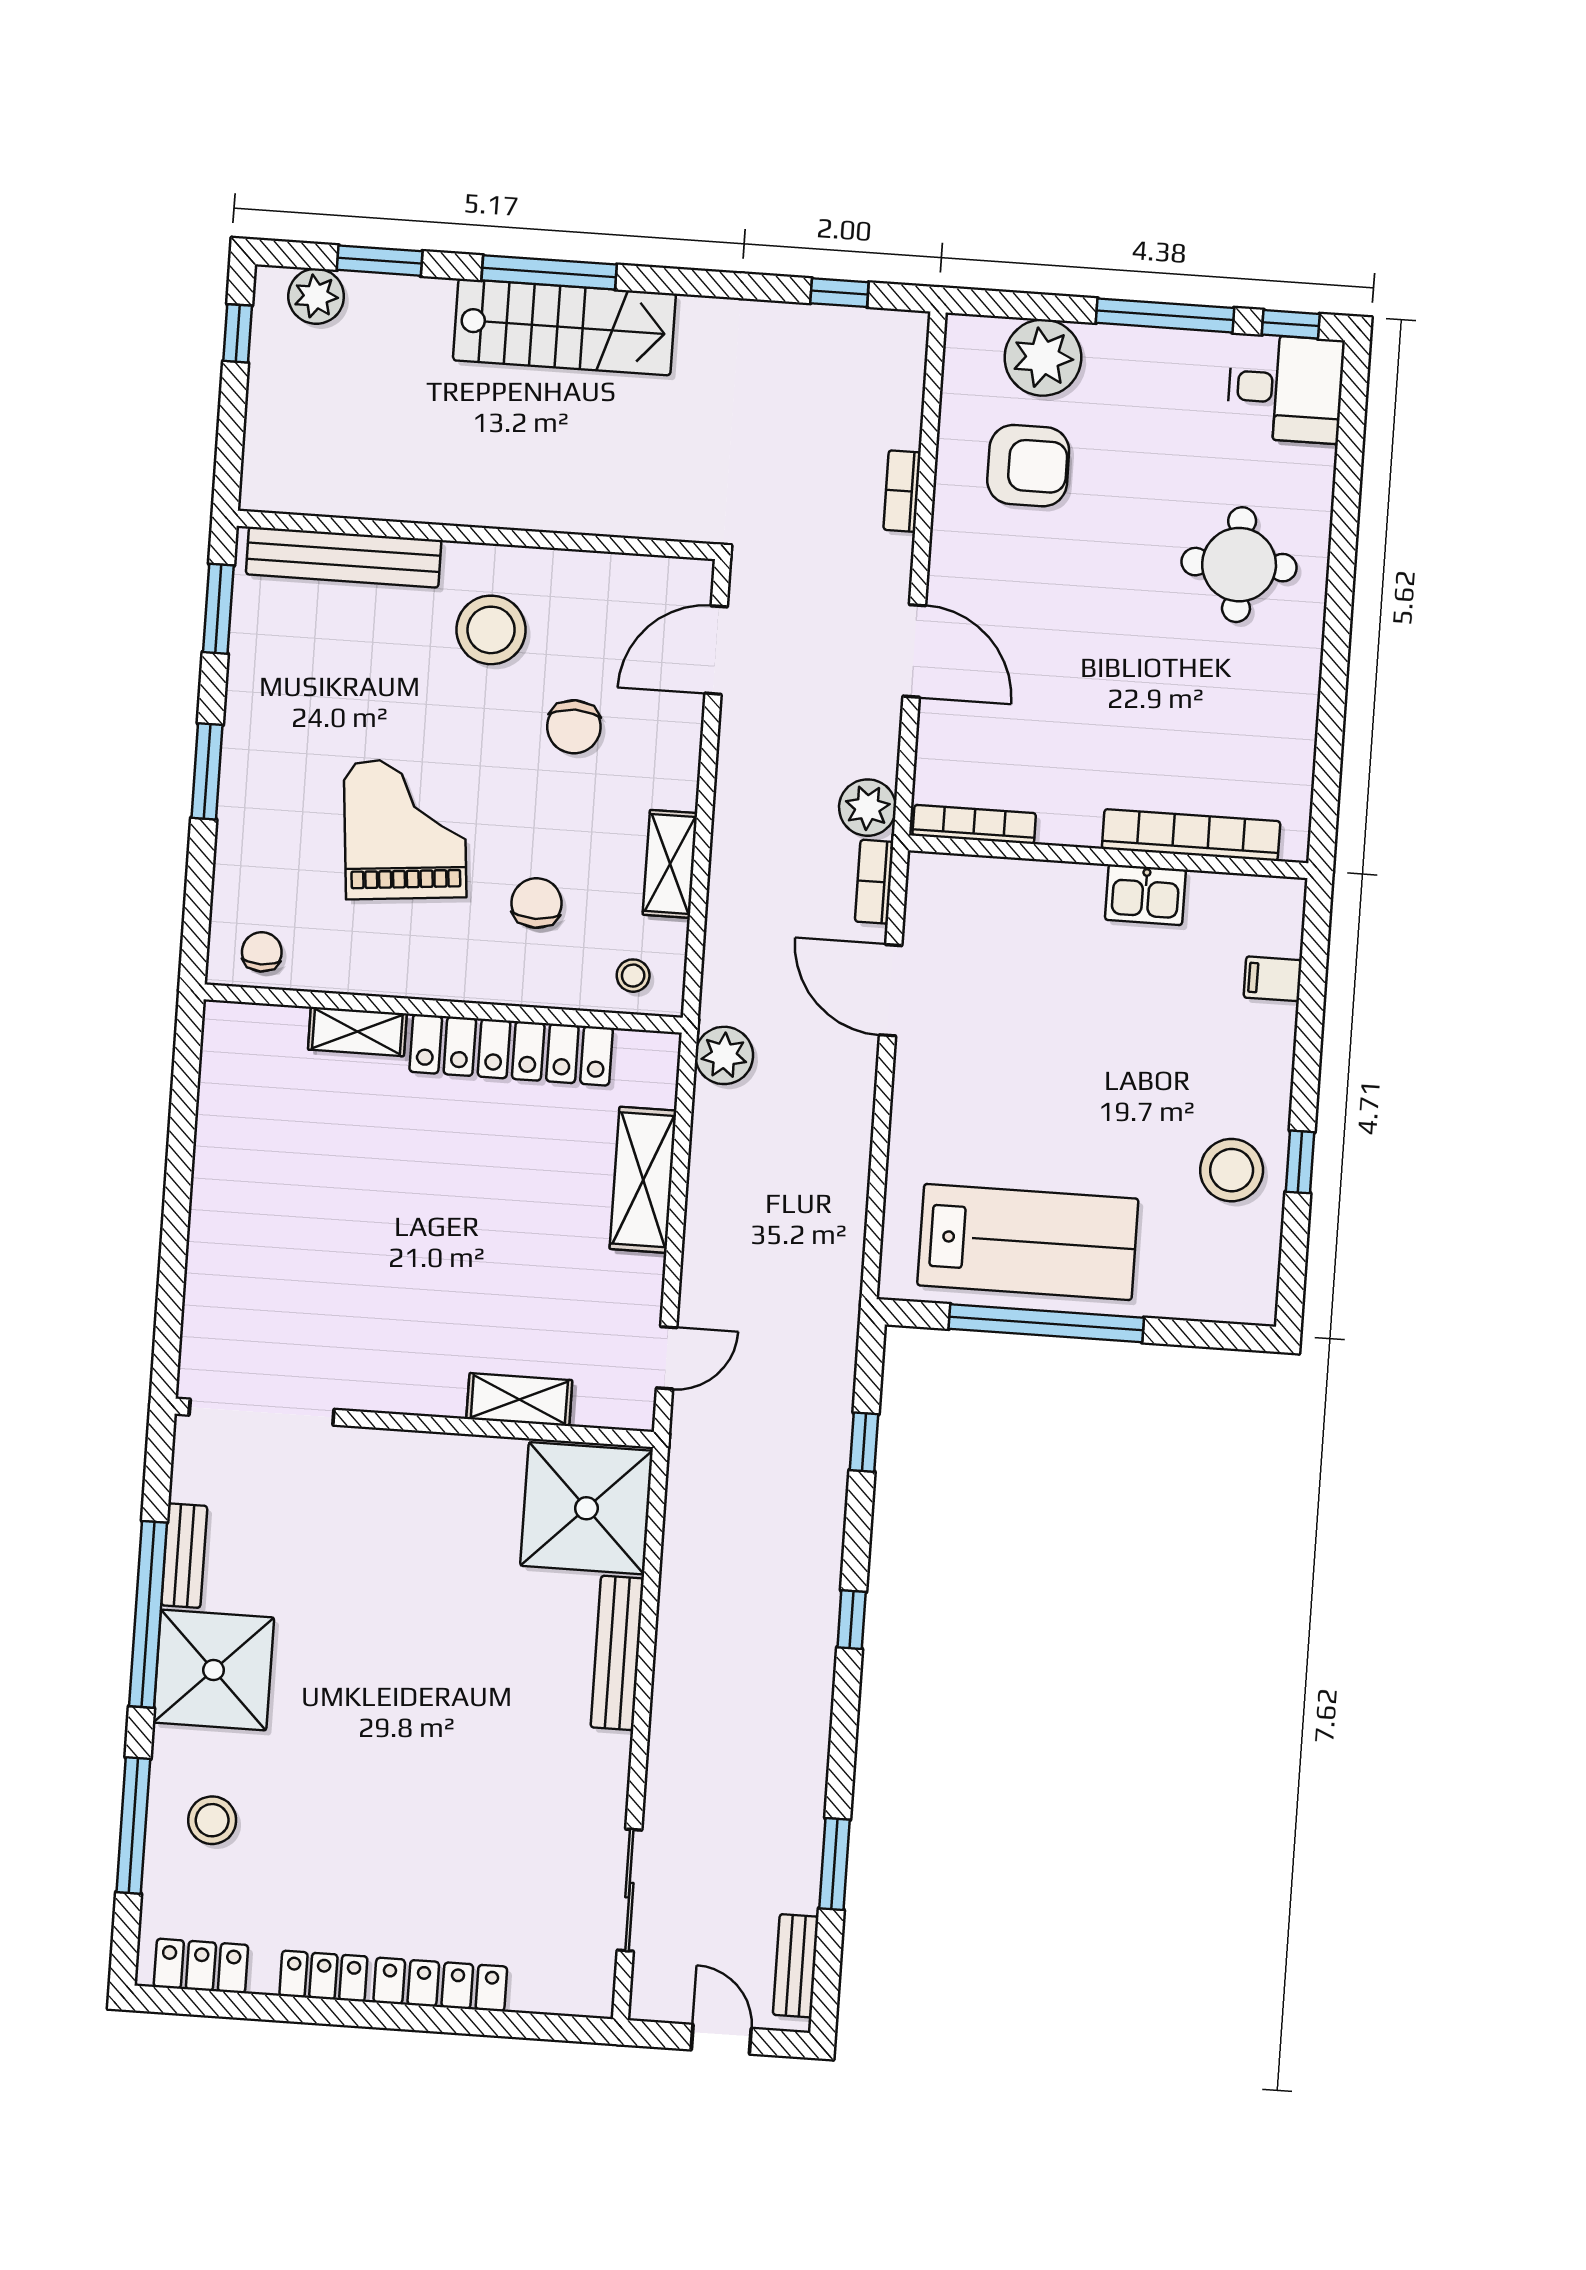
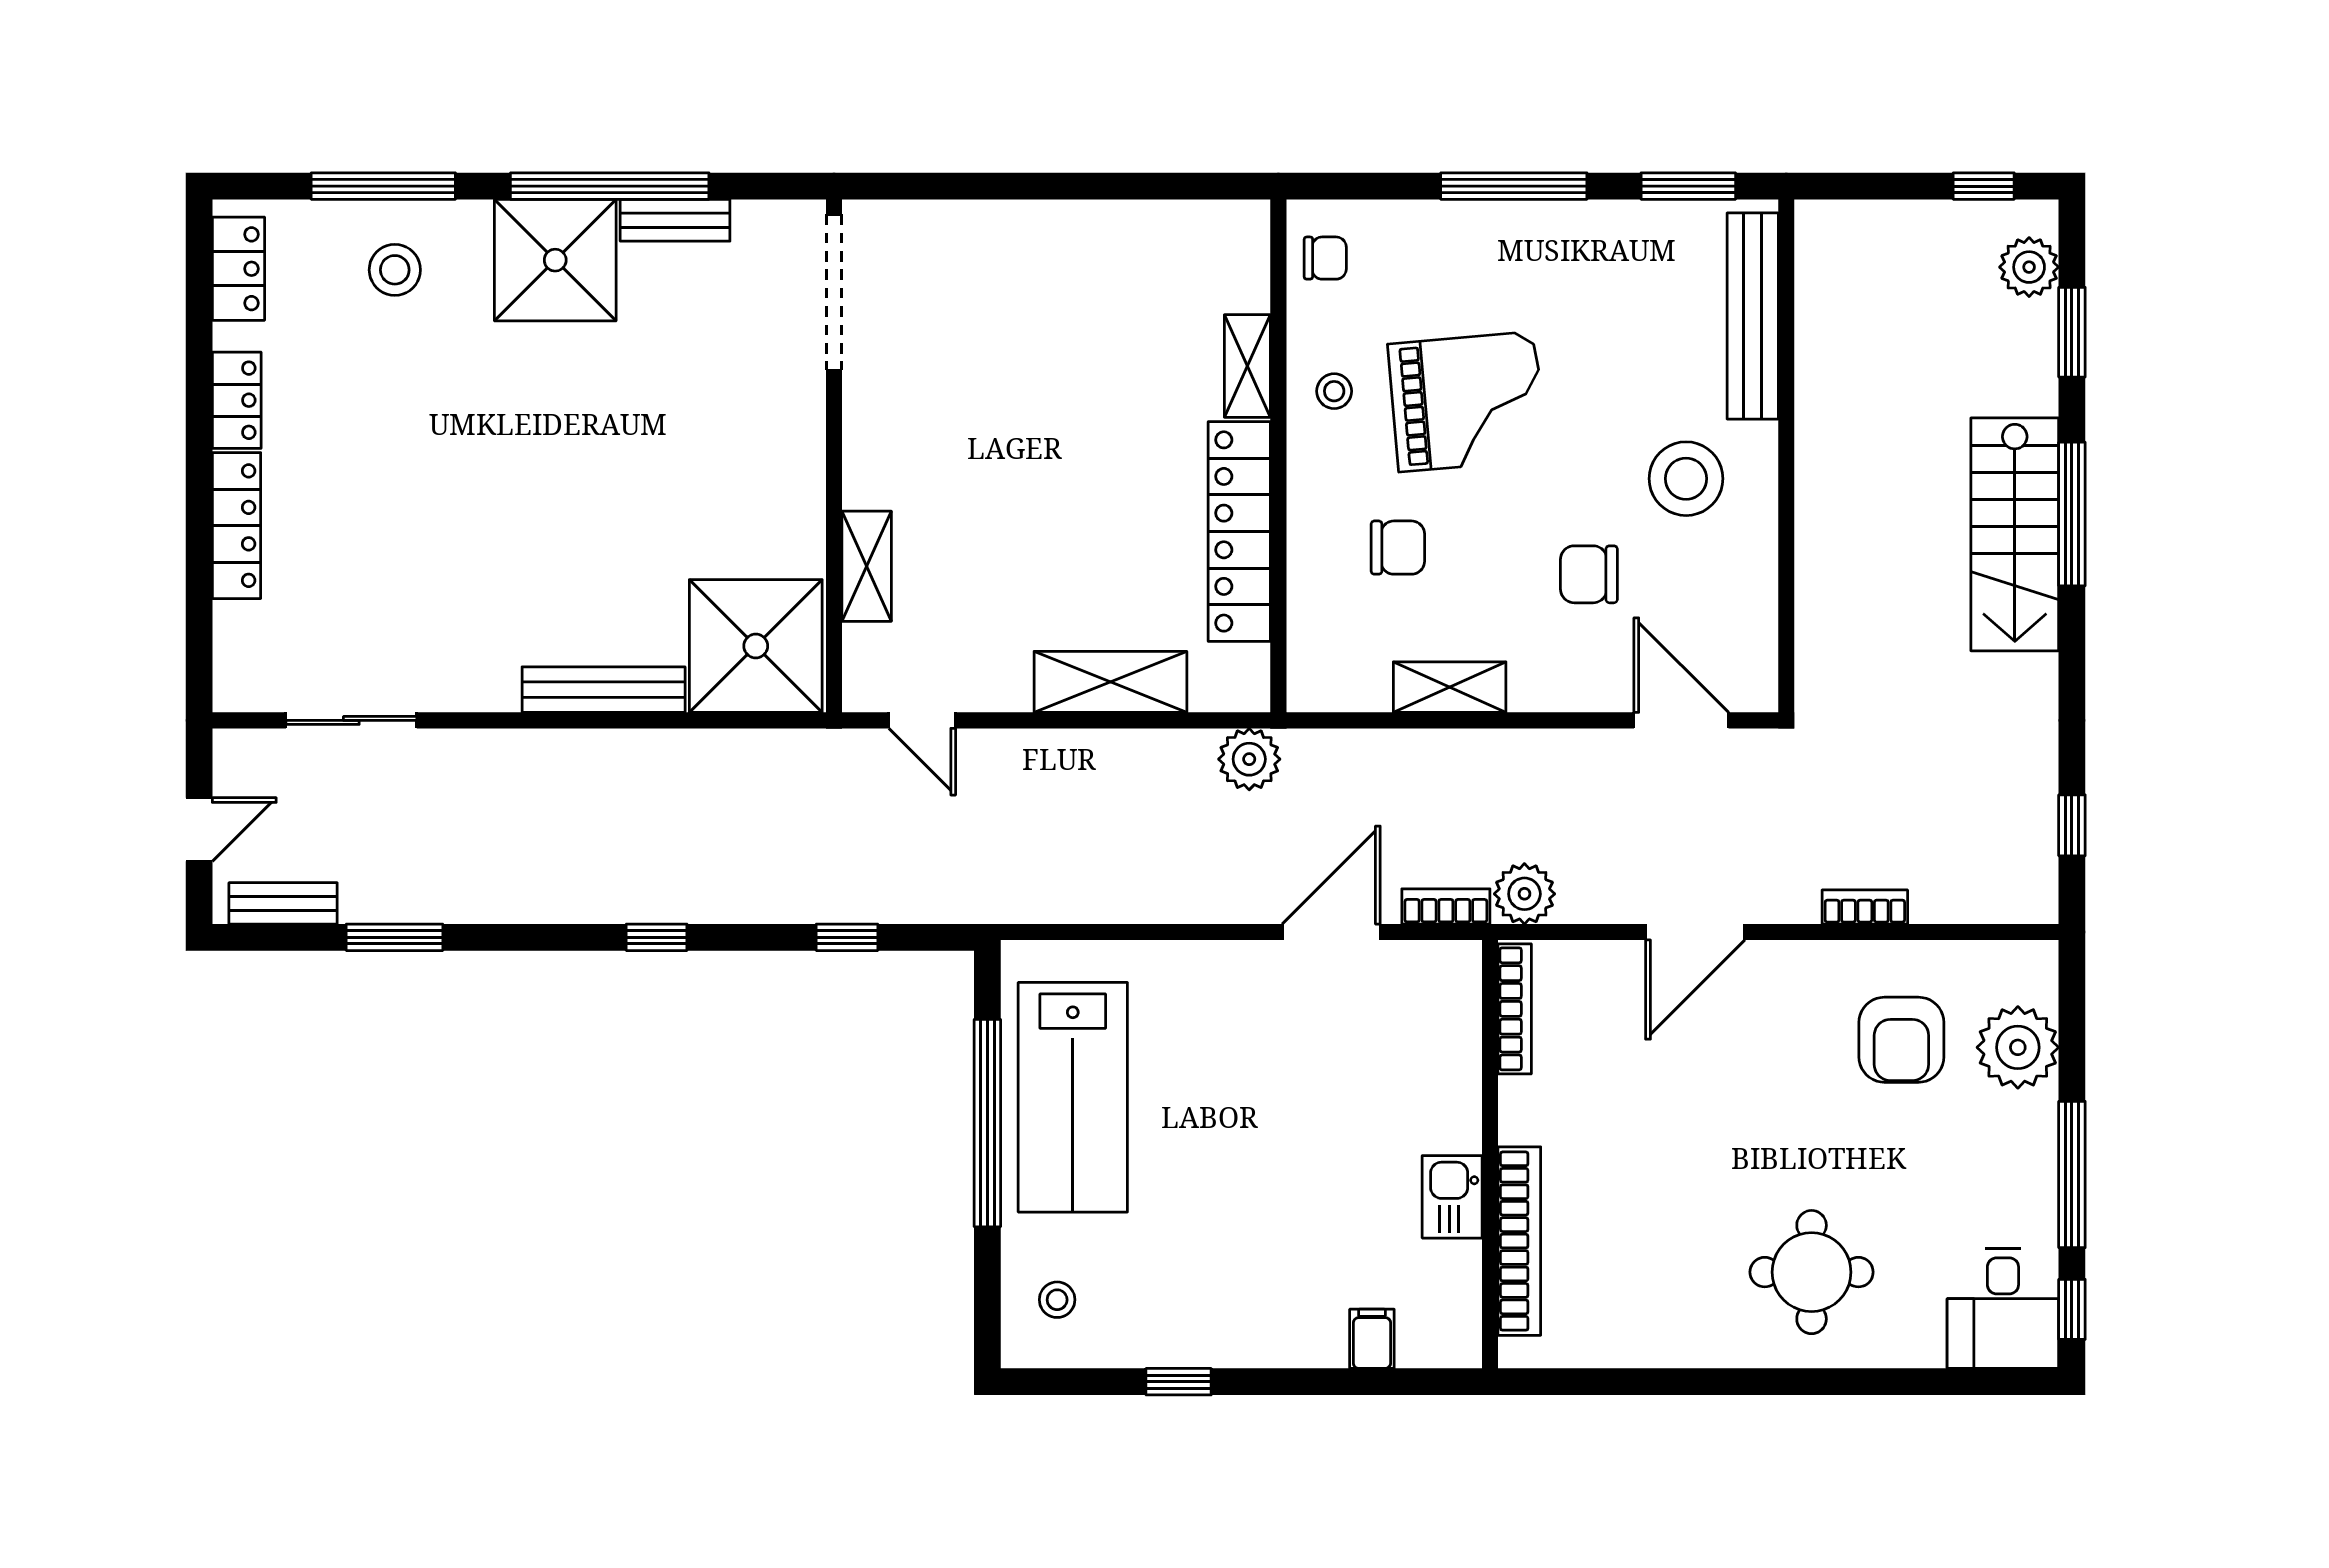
window: (207, 771) -> (1514, 186), width x1.44
stool: (633, 976) -> (1334, 391), moved
stool: (1232, 1170) -> (1057, 1300), moved, width x0.53, depth x0.53

